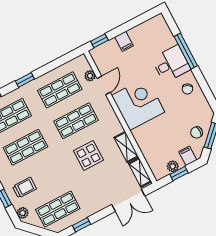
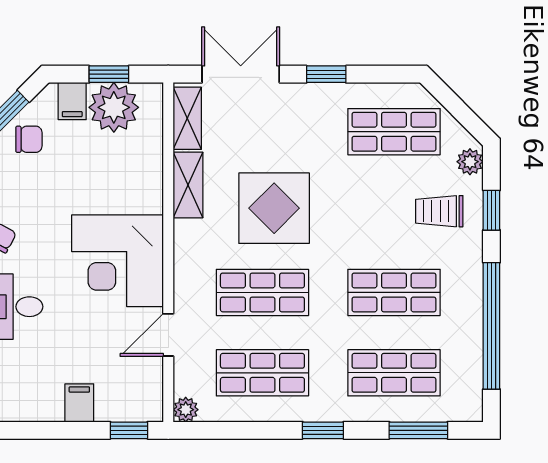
plant: (90, 76) -> (186, 410), moved
display table: (88, 155) -> (274, 208), width x1.36, depth x1.36
plant: (173, 166) -> (114, 107), width x1.88, depth x1.88
window: (82, 225) -> (326, 74), moved

